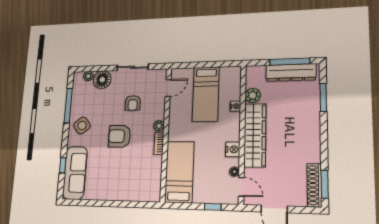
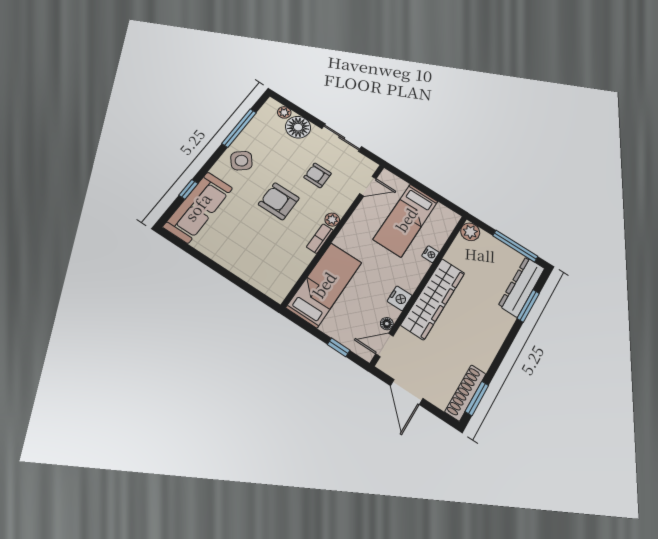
dresser: (291, 73) -> (522, 287), moved, turned 90
plant: (253, 95) -> (470, 232), moved
armchair: (133, 103) -> (318, 175), turned 90
door: (241, 187) -> (384, 345), swing flipped

